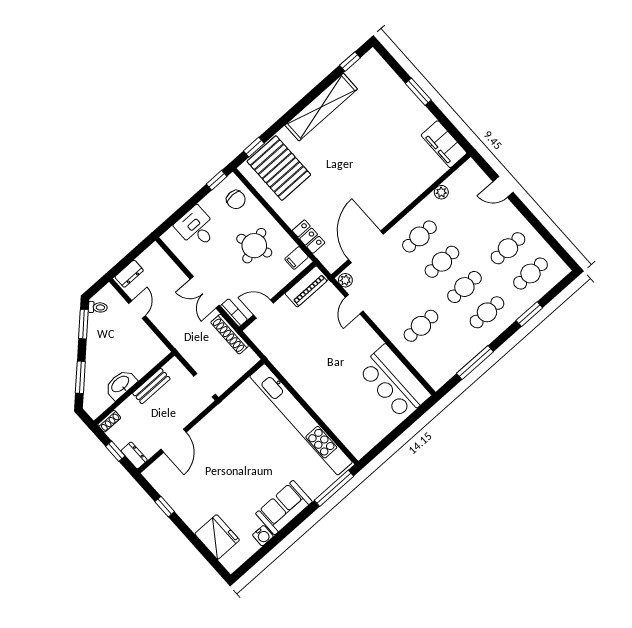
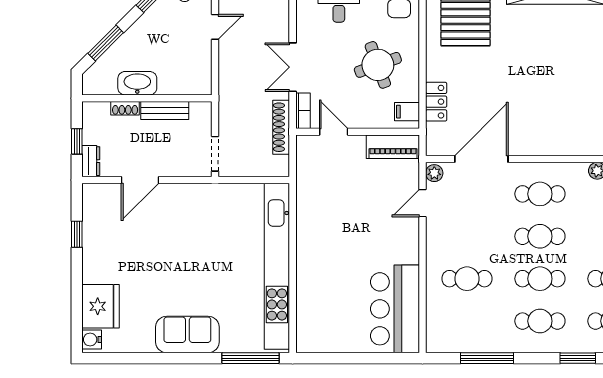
shoe rack: (109, 421) -> (125, 108), moved
water cooler: (263, 536) -> (92, 340), moved, turned 90

